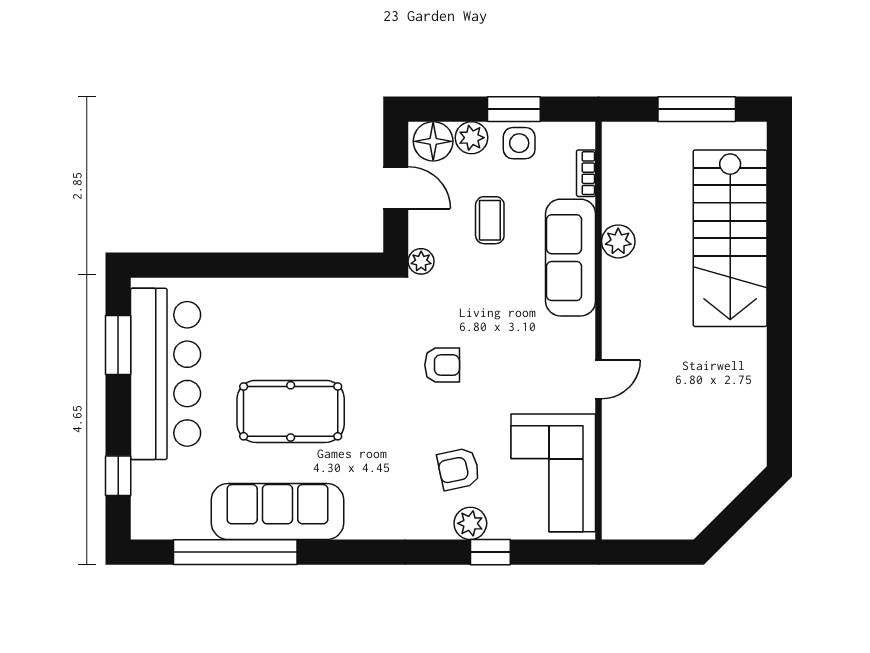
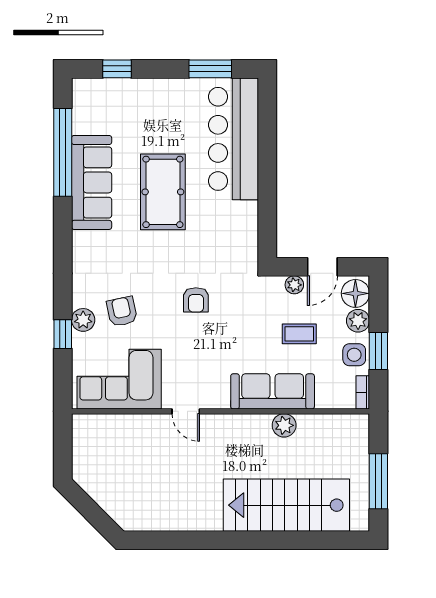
bookcase: (586, 173) -> (363, 392), moved, turned -90
plant: (421, 261) -> (294, 285), moved
bar counter: (166, 374) -> (233, 139), moved, turned 90

